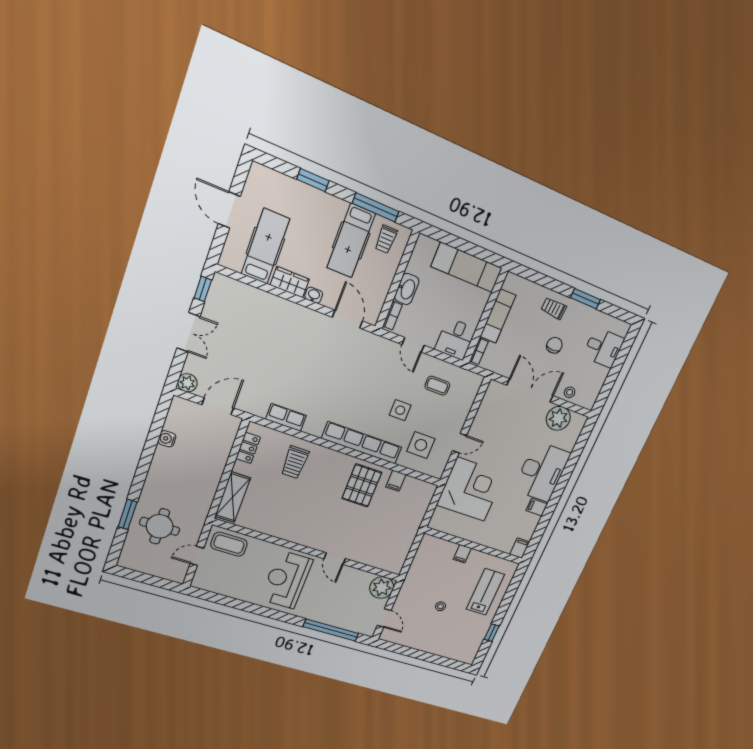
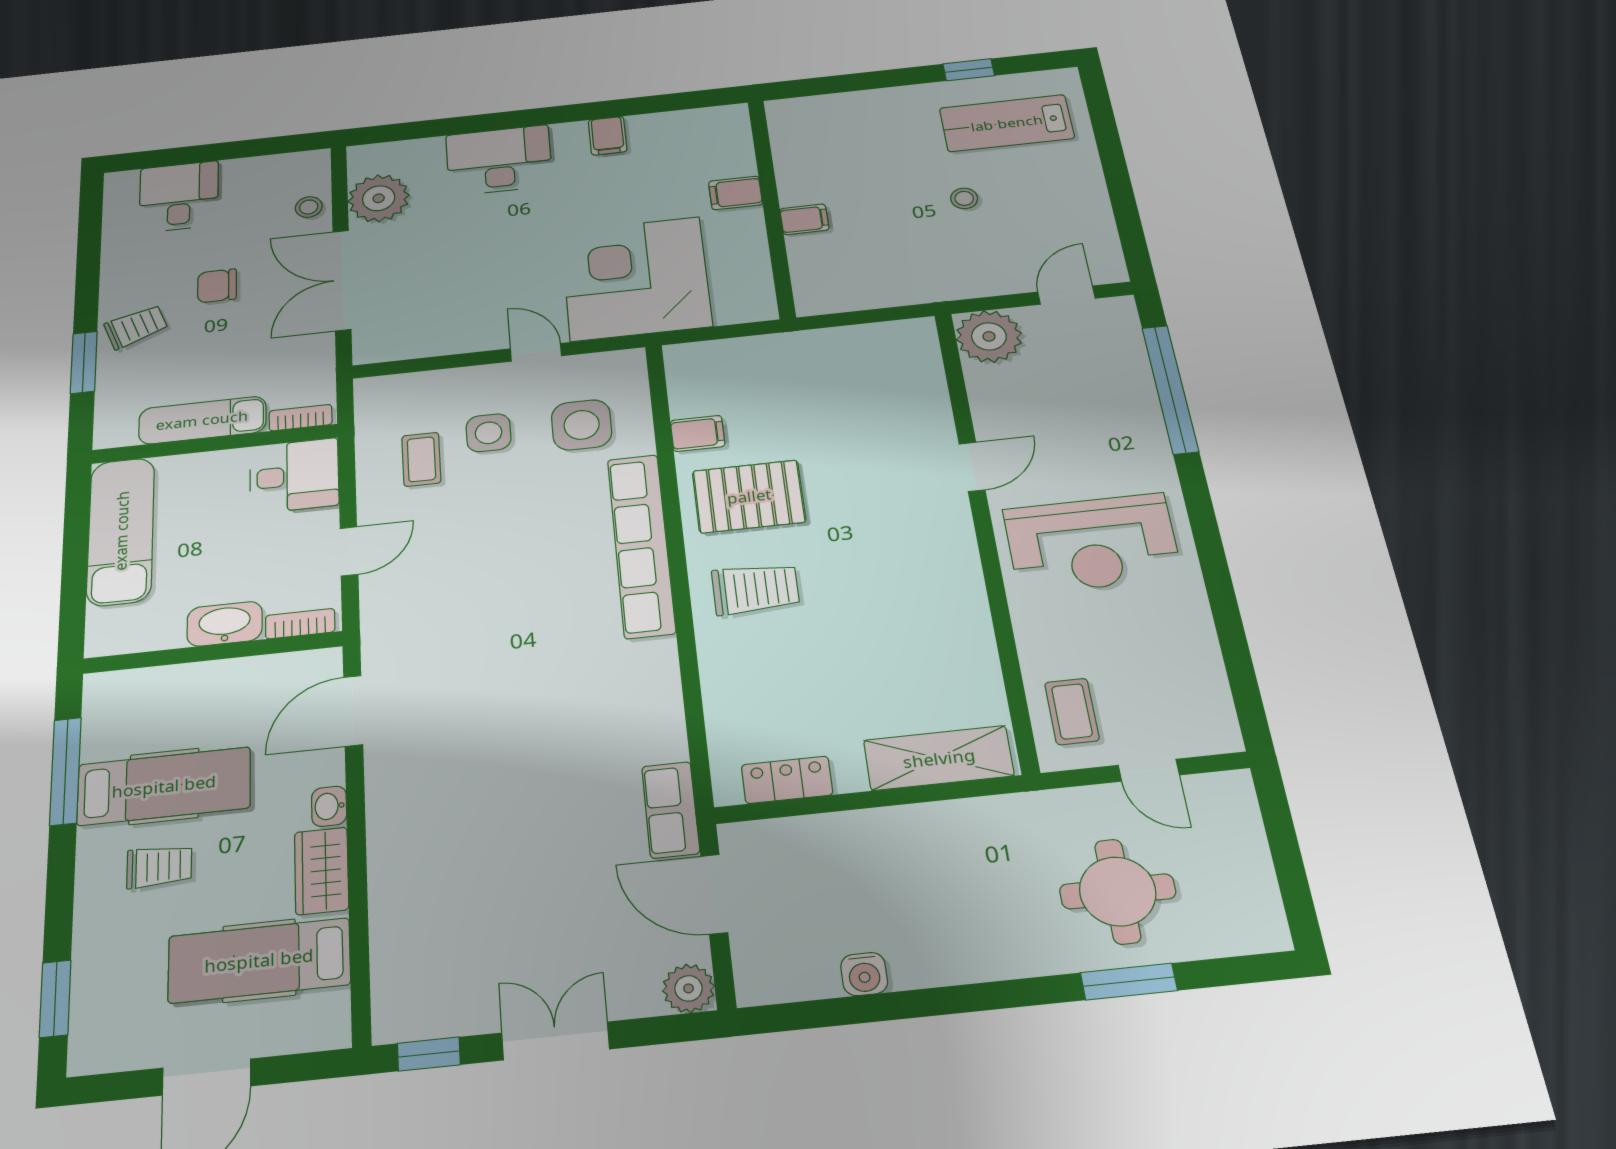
window: (313, 180) -> (55, 999), moved
trolley: (386, 239) -> (159, 866), moved
window: (585, 299) -> (84, 362), moved
trolley: (554, 308) -> (136, 327), turned -113
side table: (400, 410) -> (489, 433), moved
row of seats: (286, 417) -> (671, 810), moved
trolley: (295, 462) -> (755, 589), moved
desk: (542, 472) -> (499, 160), width x0.73, depth x0.77
coffee table: (229, 544) -> (1072, 711), width x0.73, depth x0.77
filing cabinet: (520, 548) -> (735, 193), moved
lab bench: (485, 592) -> (1007, 123), moved

